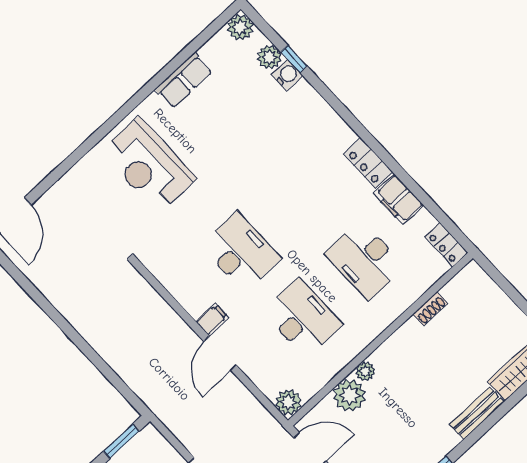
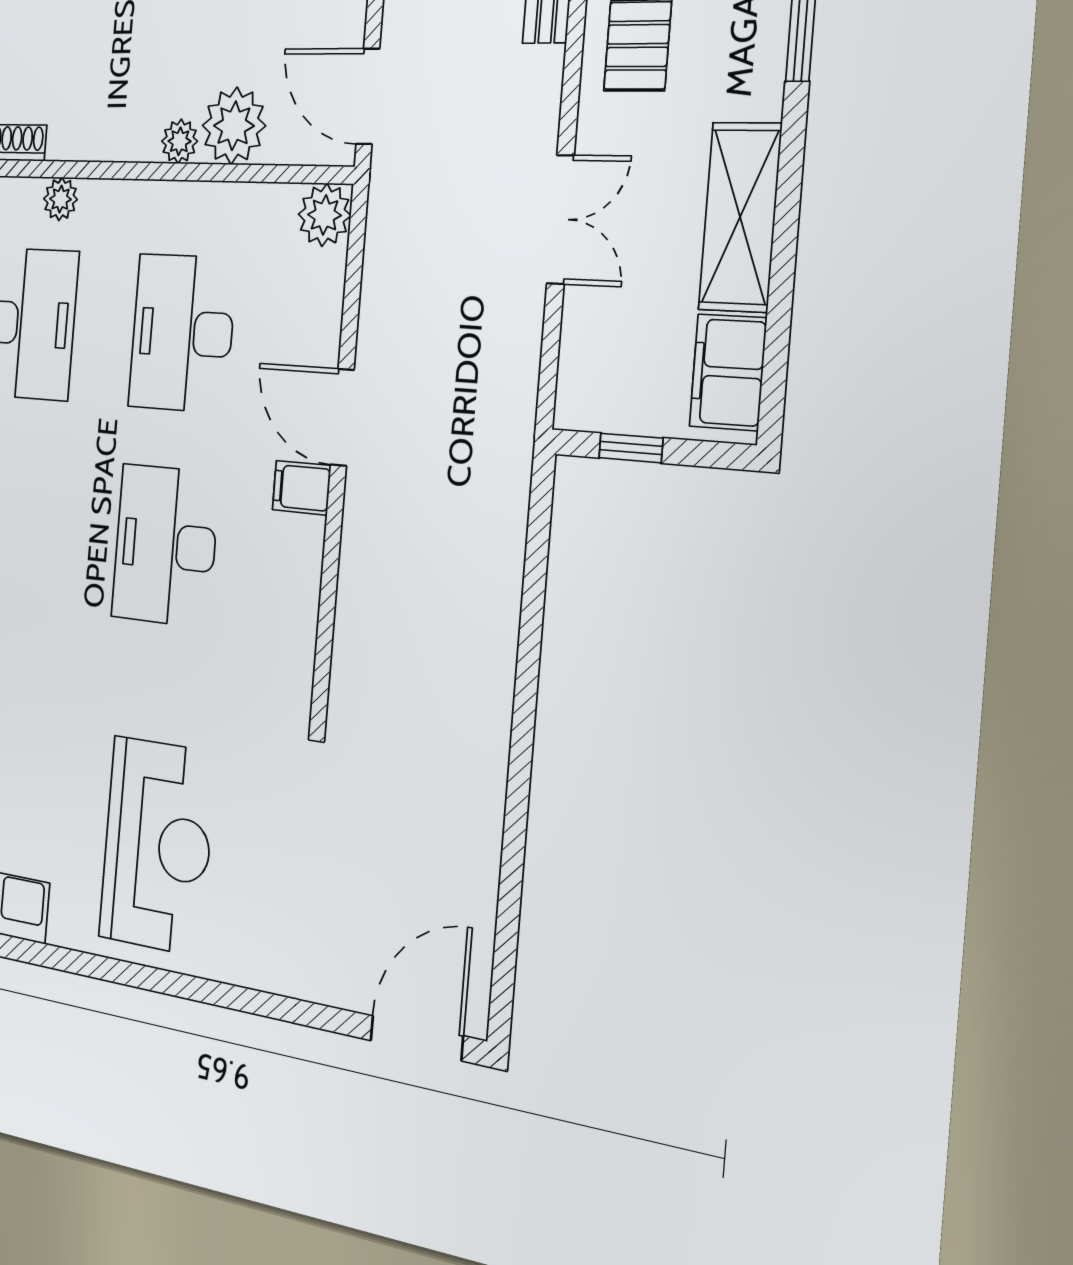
plant: (393, 309) -> (61, 199), added
door: (220, 353) -> (342, 417), swing flipped
window: (121, 441) -> (631, 448), width x0.67

